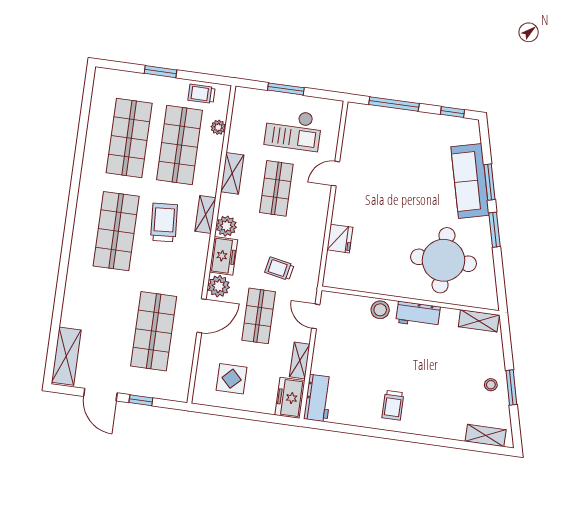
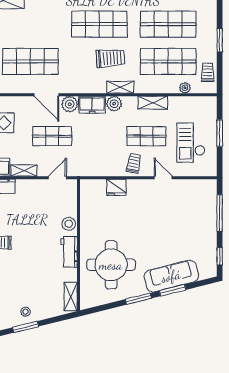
trolley: (279, 269) -> (134, 163), moved

